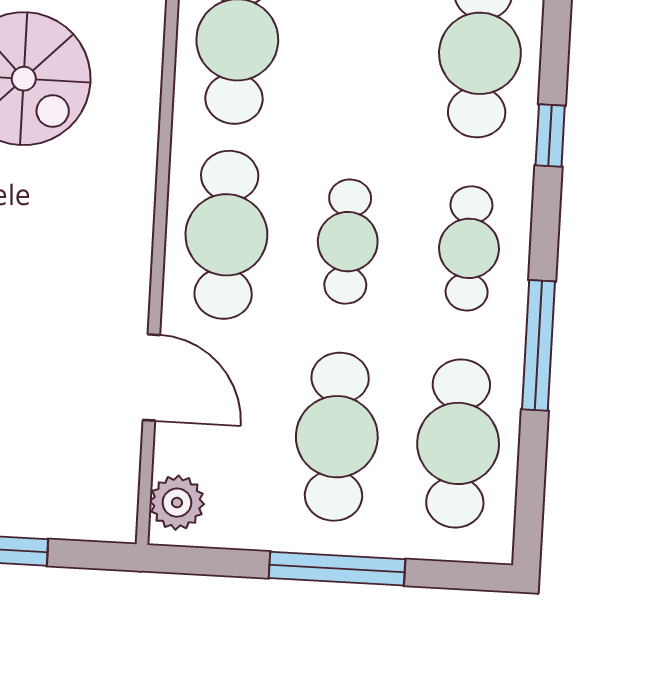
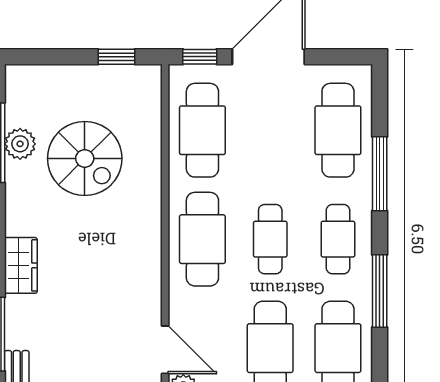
window: (550, 136) -> (380, 174), width x2.17
door: (151, 377) -> (165, 350), moved

